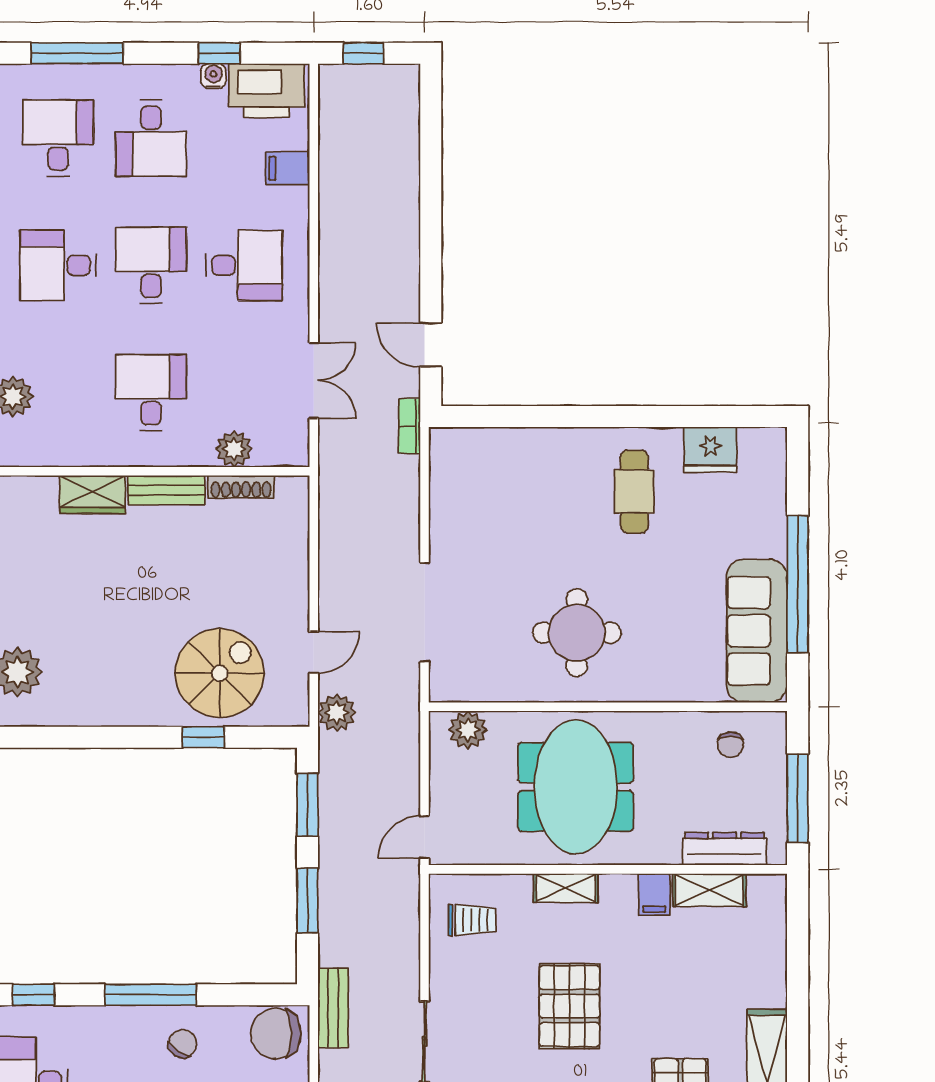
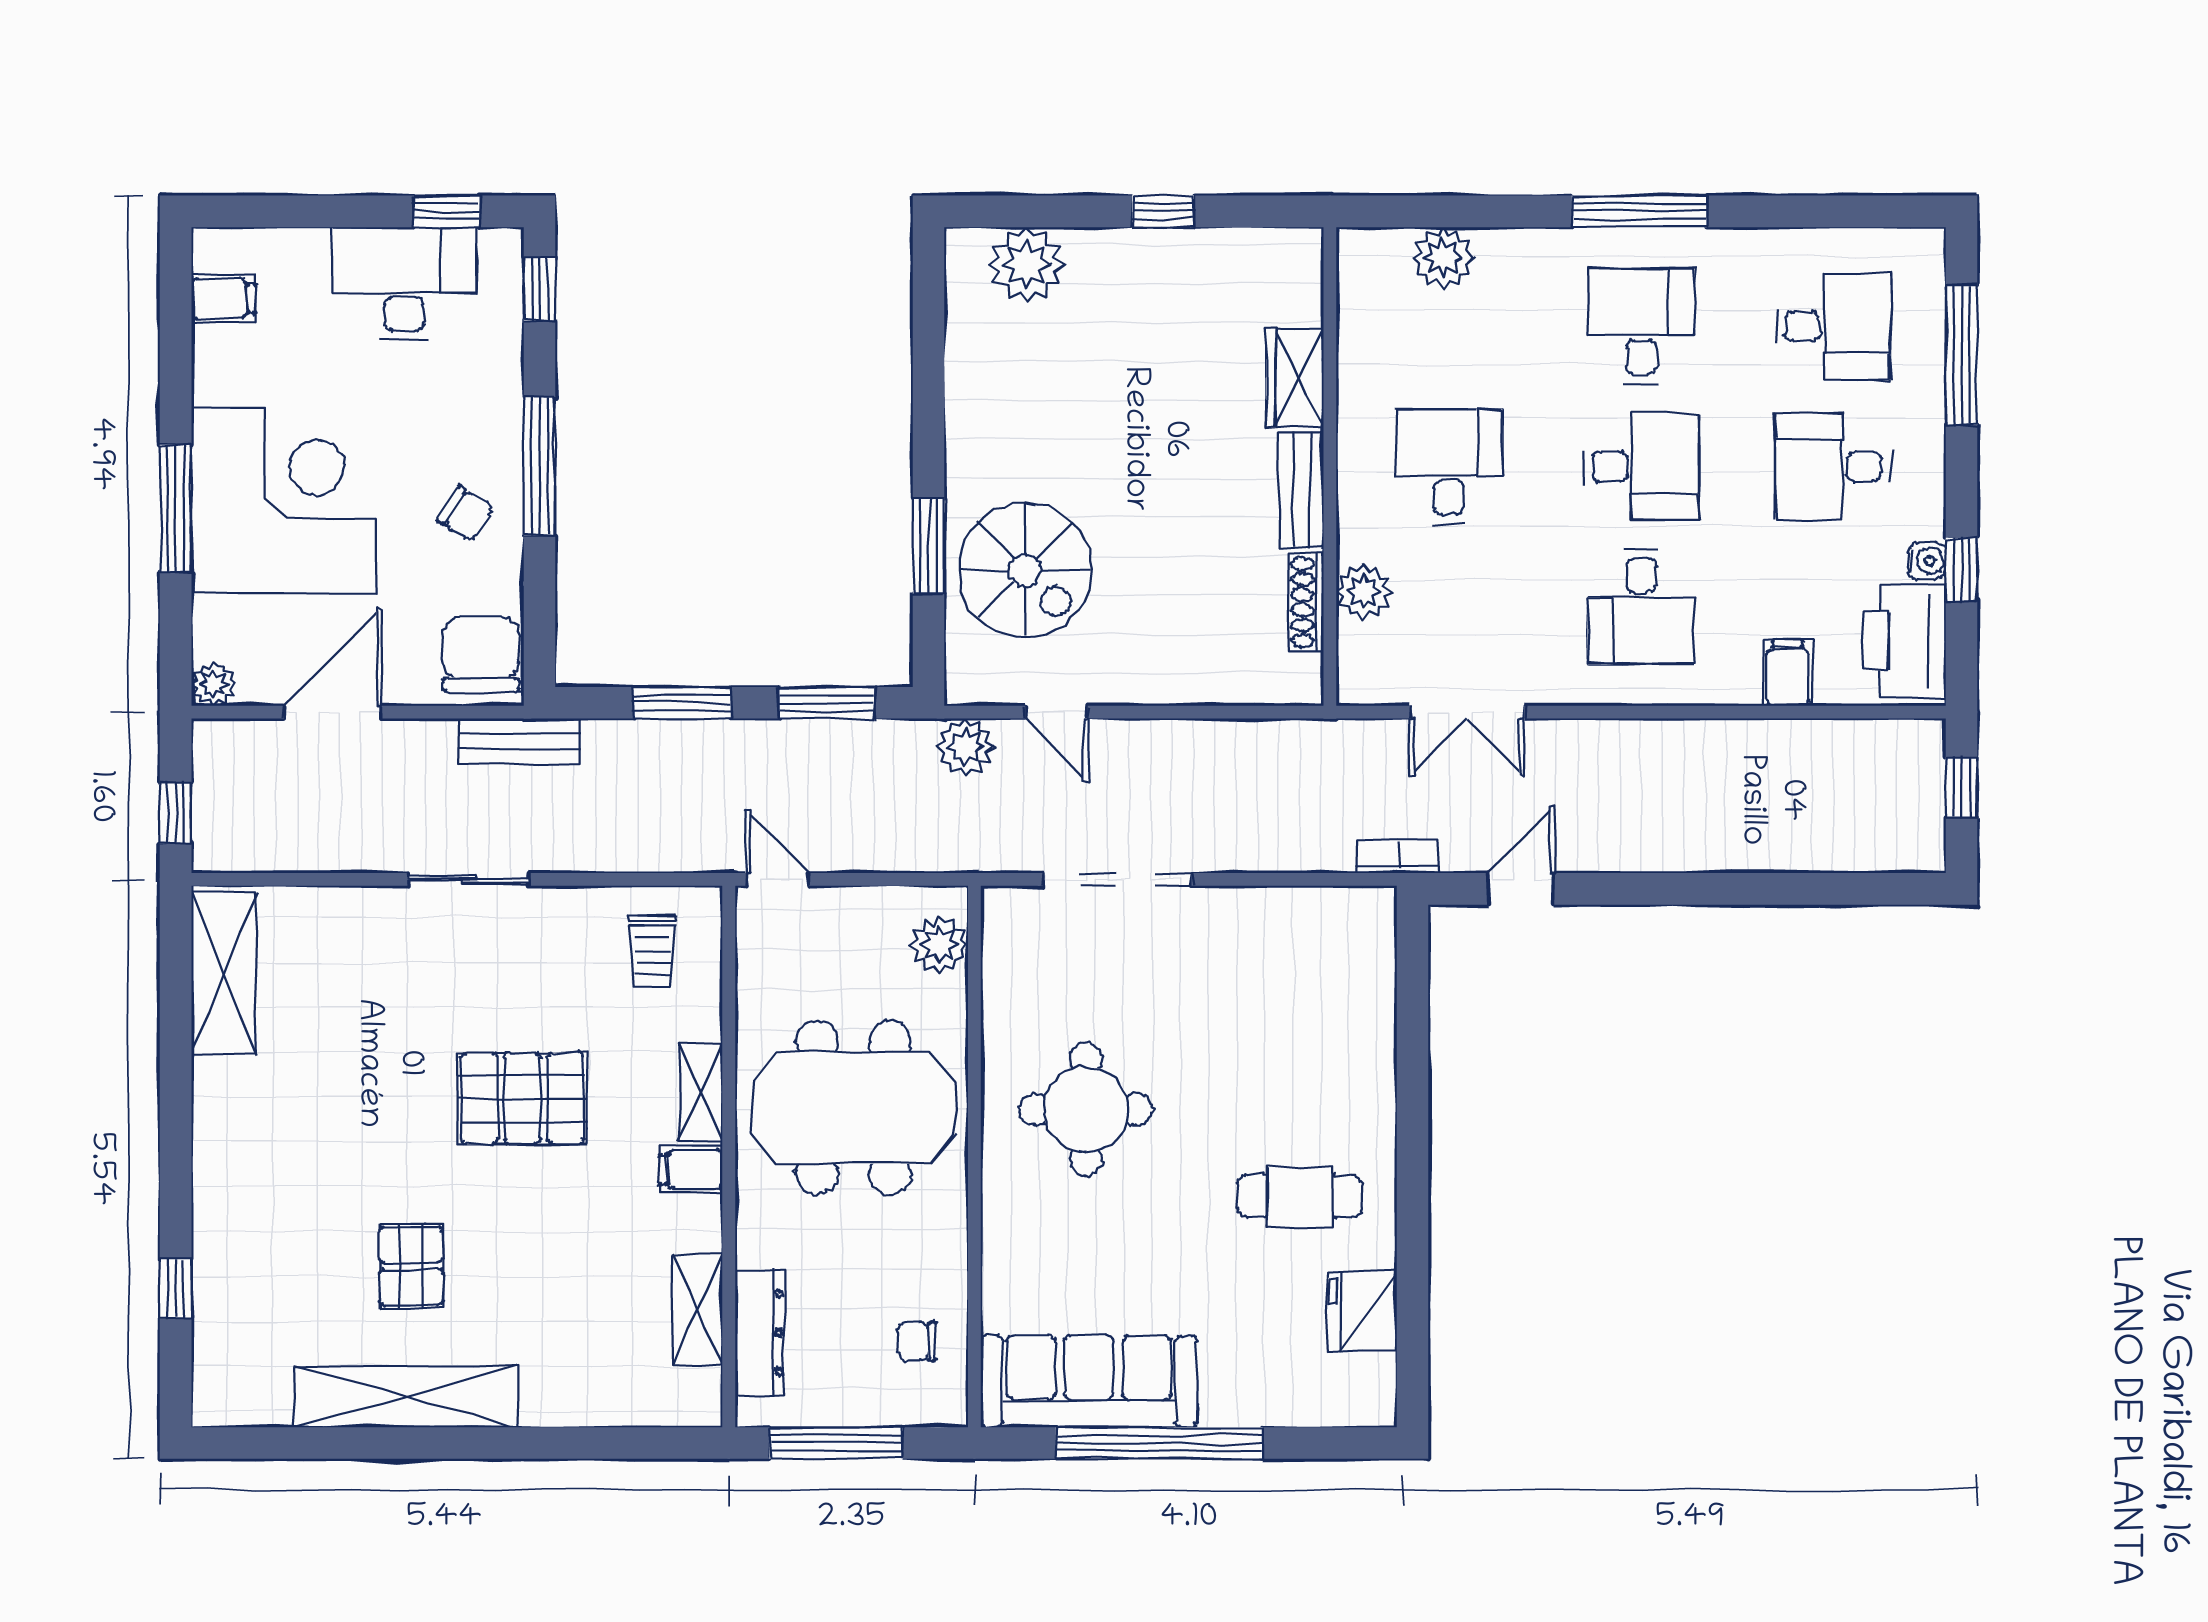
desk: (151, 393) -> (1449, 466), turned -90
window: (203, 737) -> (928, 546), width x1.50
filing cabinet: (654, 894) -> (691, 1169), moved

